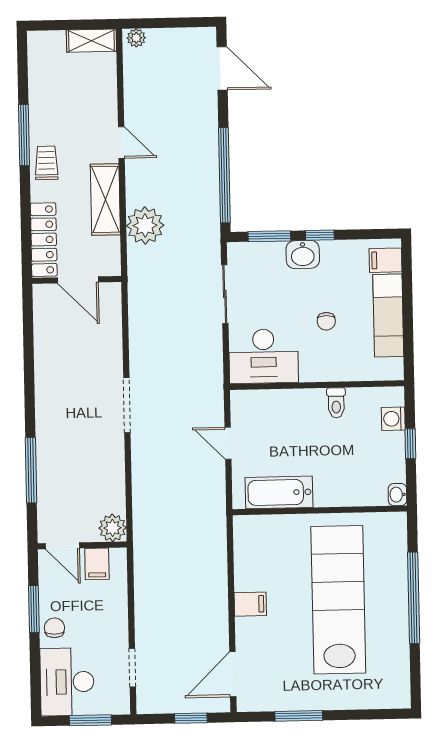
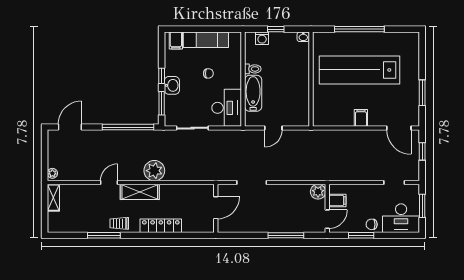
wall: (77, 280) -> (216, 208), moved
door: (78, 280) -> (216, 208), moved
bathtub: (279, 492) -> (253, 93), moved, turned 180

